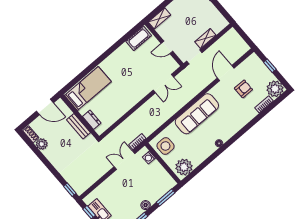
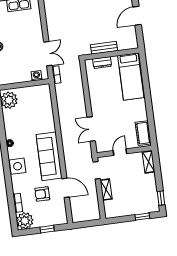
bed: (88, 88) -> (131, 77), moved
armchair: (243, 89) -> (42, 194), turned 90
sofa: (197, 114) -> (49, 156), moved
wall: (80, 117) -> (111, 54), moved
dresser: (92, 120) -> (102, 63), moved
bench: (78, 126) -> (104, 48), moved
side table: (165, 146) -> (18, 166), moved

